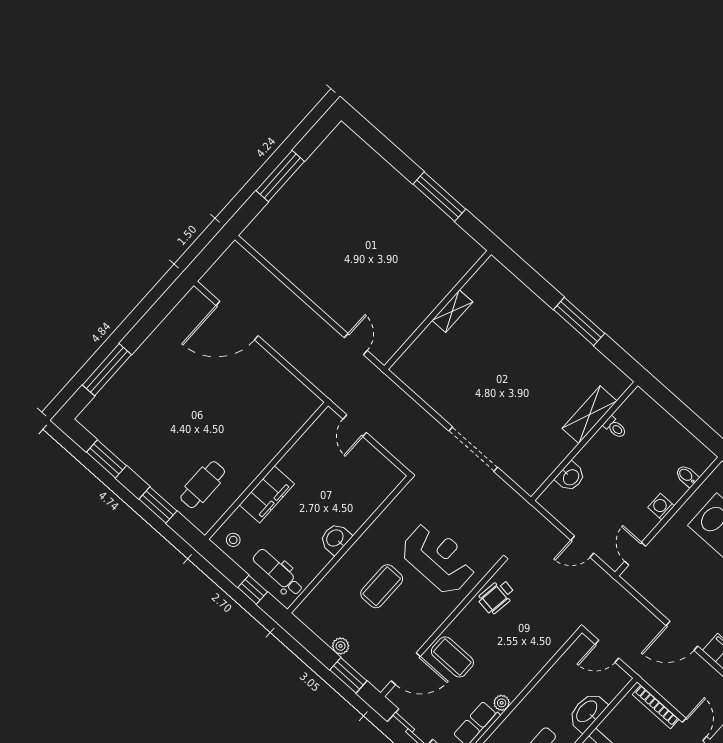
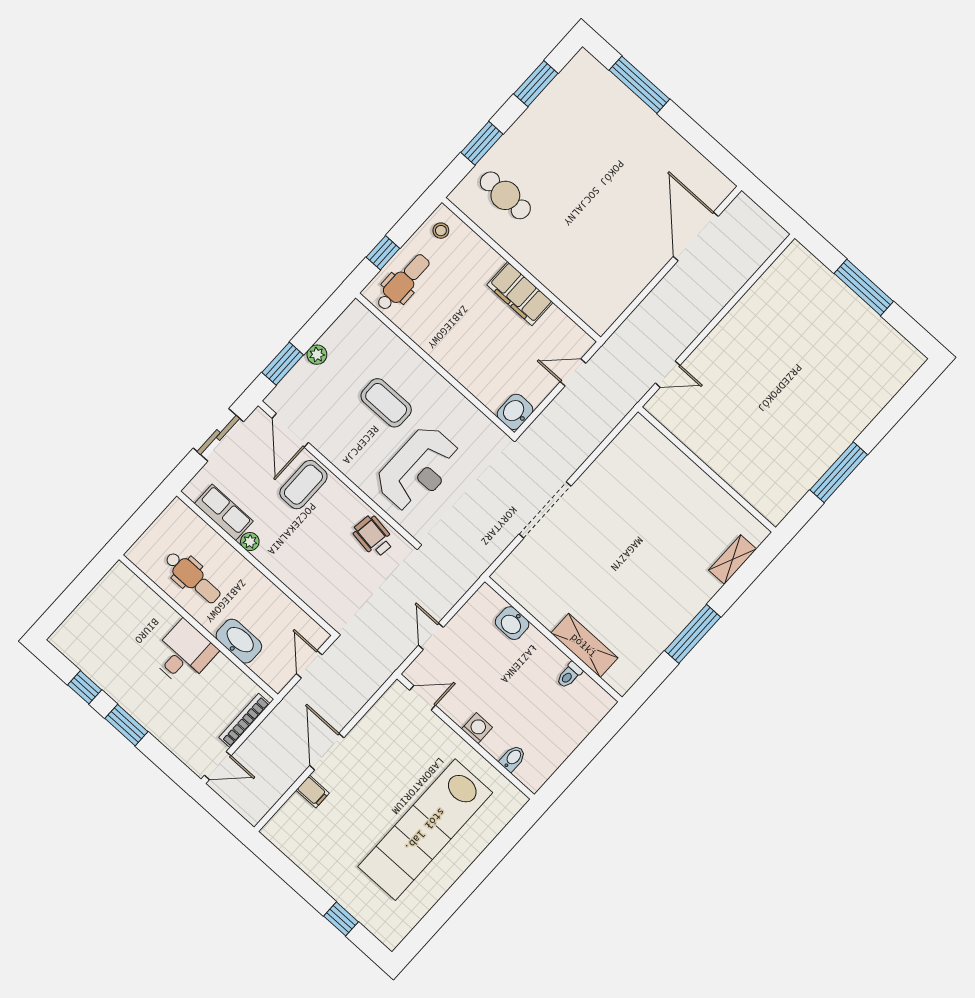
shelving: (452, 311) -> (733, 560), moved, turned 90
filing cabinet: (267, 494) -> (520, 294), moved
washbasin: (335, 538) -> (515, 412), moved, turned -90

